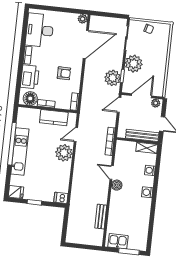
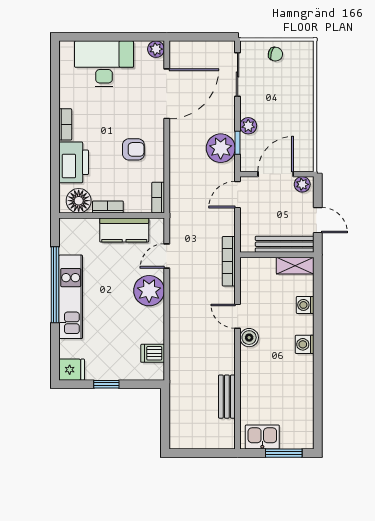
desk: (40, 30) -> (104, 64), moved, turned 90
plant: (134, 64) -> (248, 126), width x0.53, depth x0.53
dishwasher: (61, 198) -> (153, 353), moved

